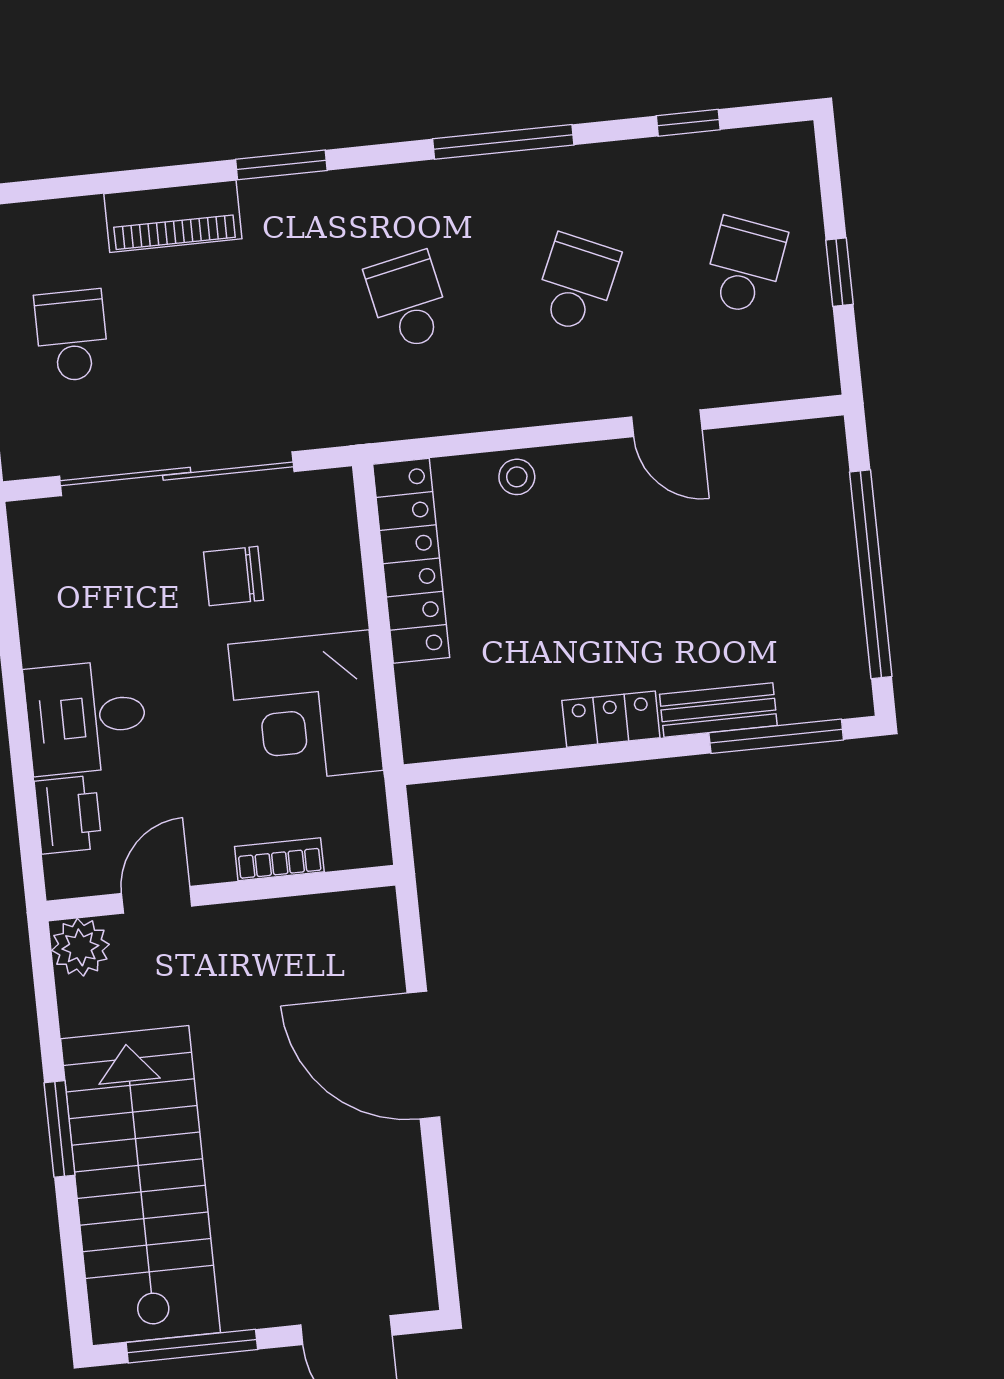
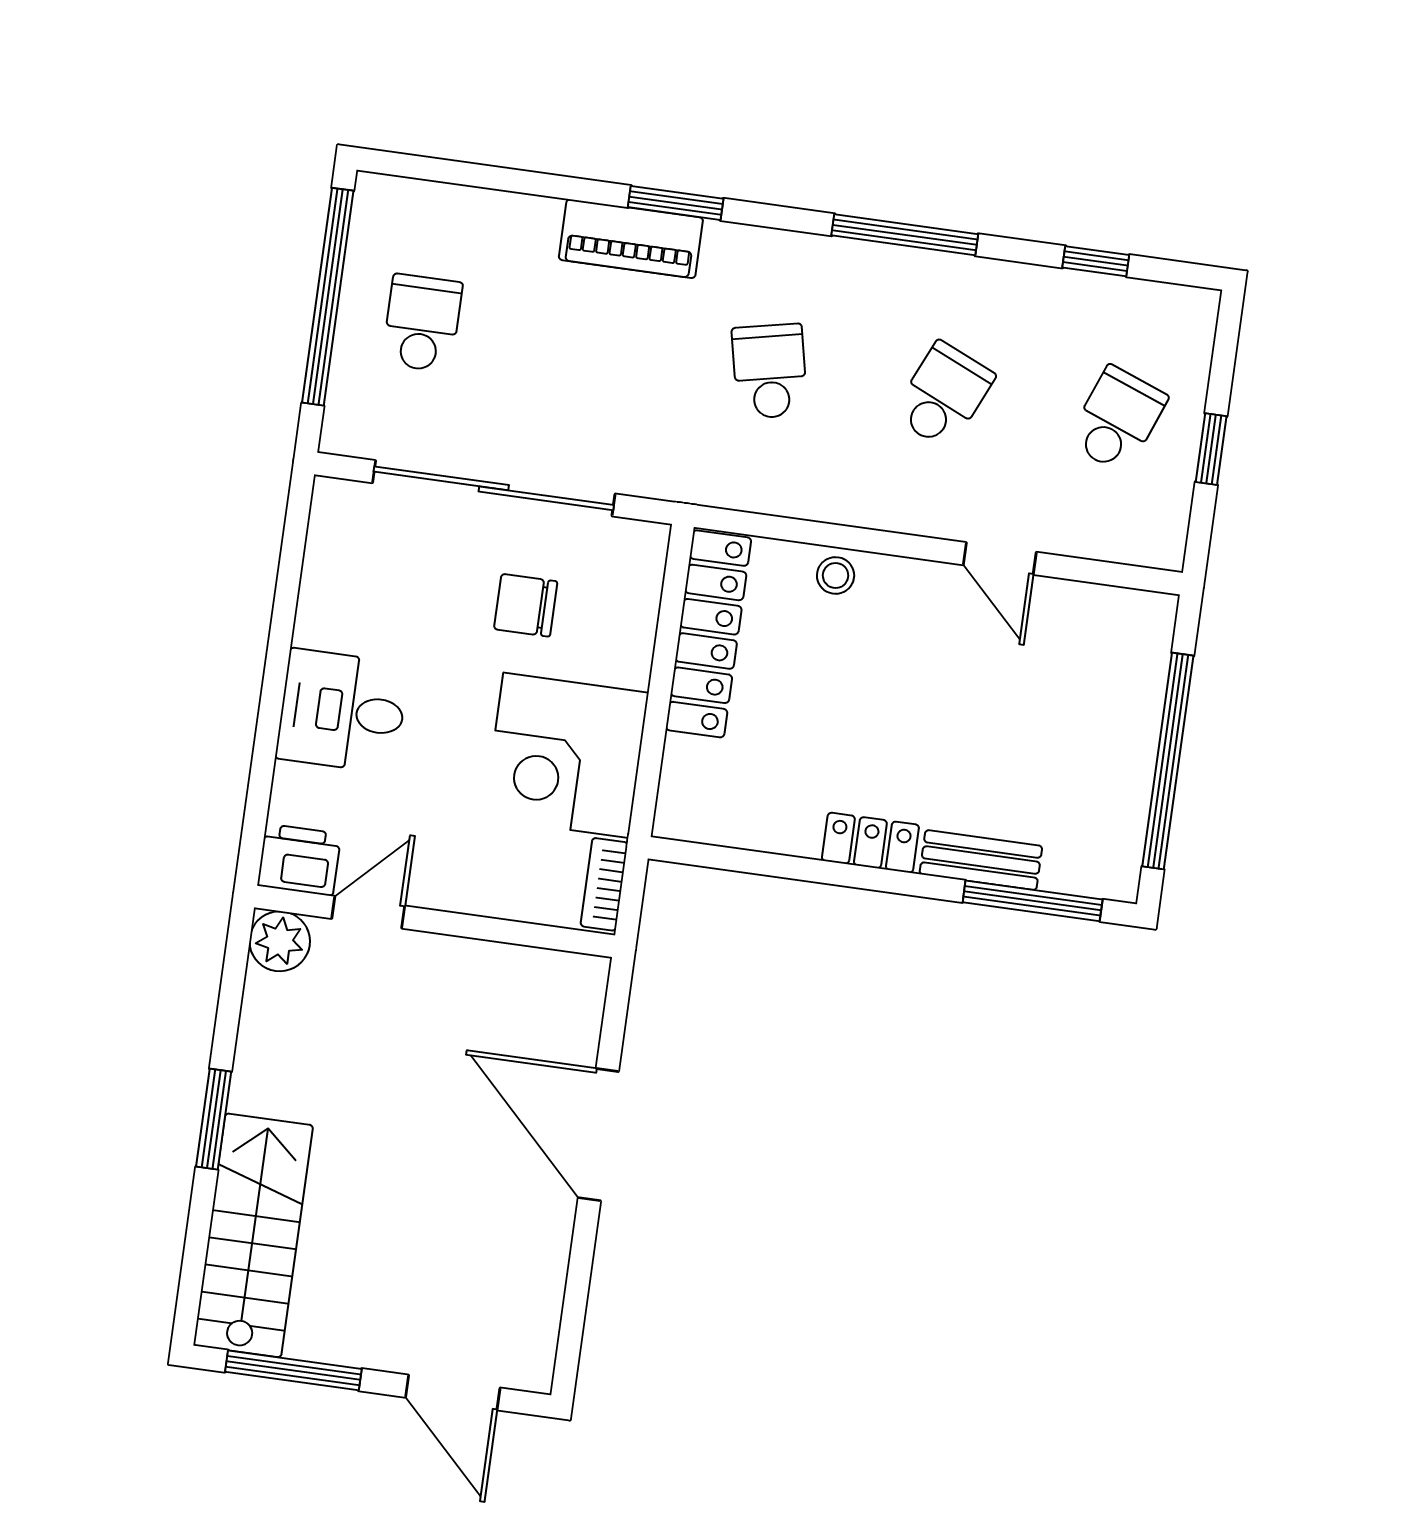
piano: (173, 216) -> (631, 239), moved
printer: (68, 815) -> (299, 860), moved, turned -90
bookcase: (279, 859) -> (604, 884), moved, turned -90
stairs: (141, 1186) -> (253, 1235), width x0.73, depth x0.66

